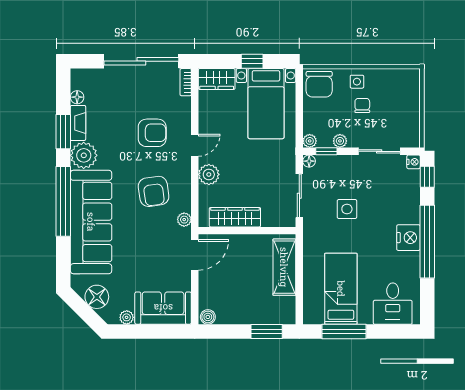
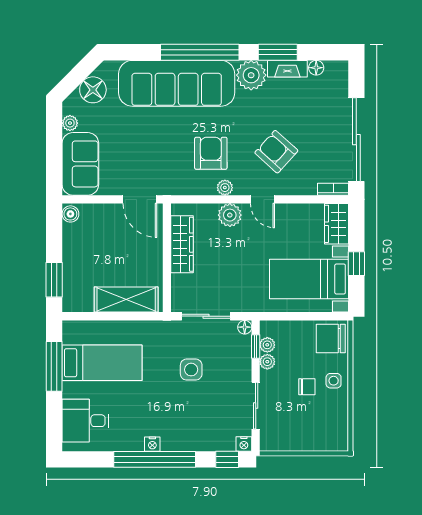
armchair: (152, 133) -> (276, 152), turned 132
plant: (310, 141) -> (267, 345), moved
armchair: (154, 191) -> (211, 153), turned 98
plant: (184, 220) -> (225, 188), moved
nightstand: (408, 238) -> (152, 444), width x0.53, depth x0.56

